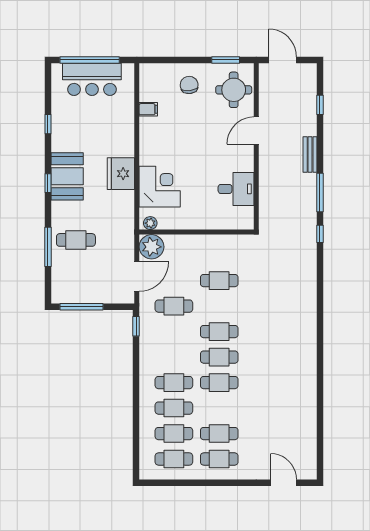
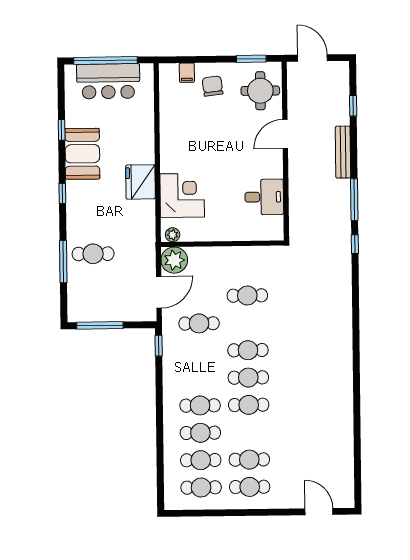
filing cabinet: (148, 109) -> (187, 73), moved, turned 90
bench: (310, 154) -> (343, 152), width x1.36
booth: (67, 176) -> (82, 154), moved

